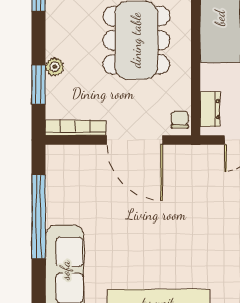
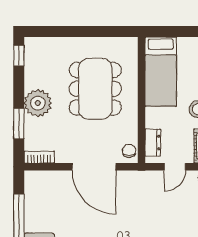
plant: (55, 67) -> (38, 103), width x1.88, depth x1.88
bookcase: (76, 128) -> (39, 157), width x0.64

